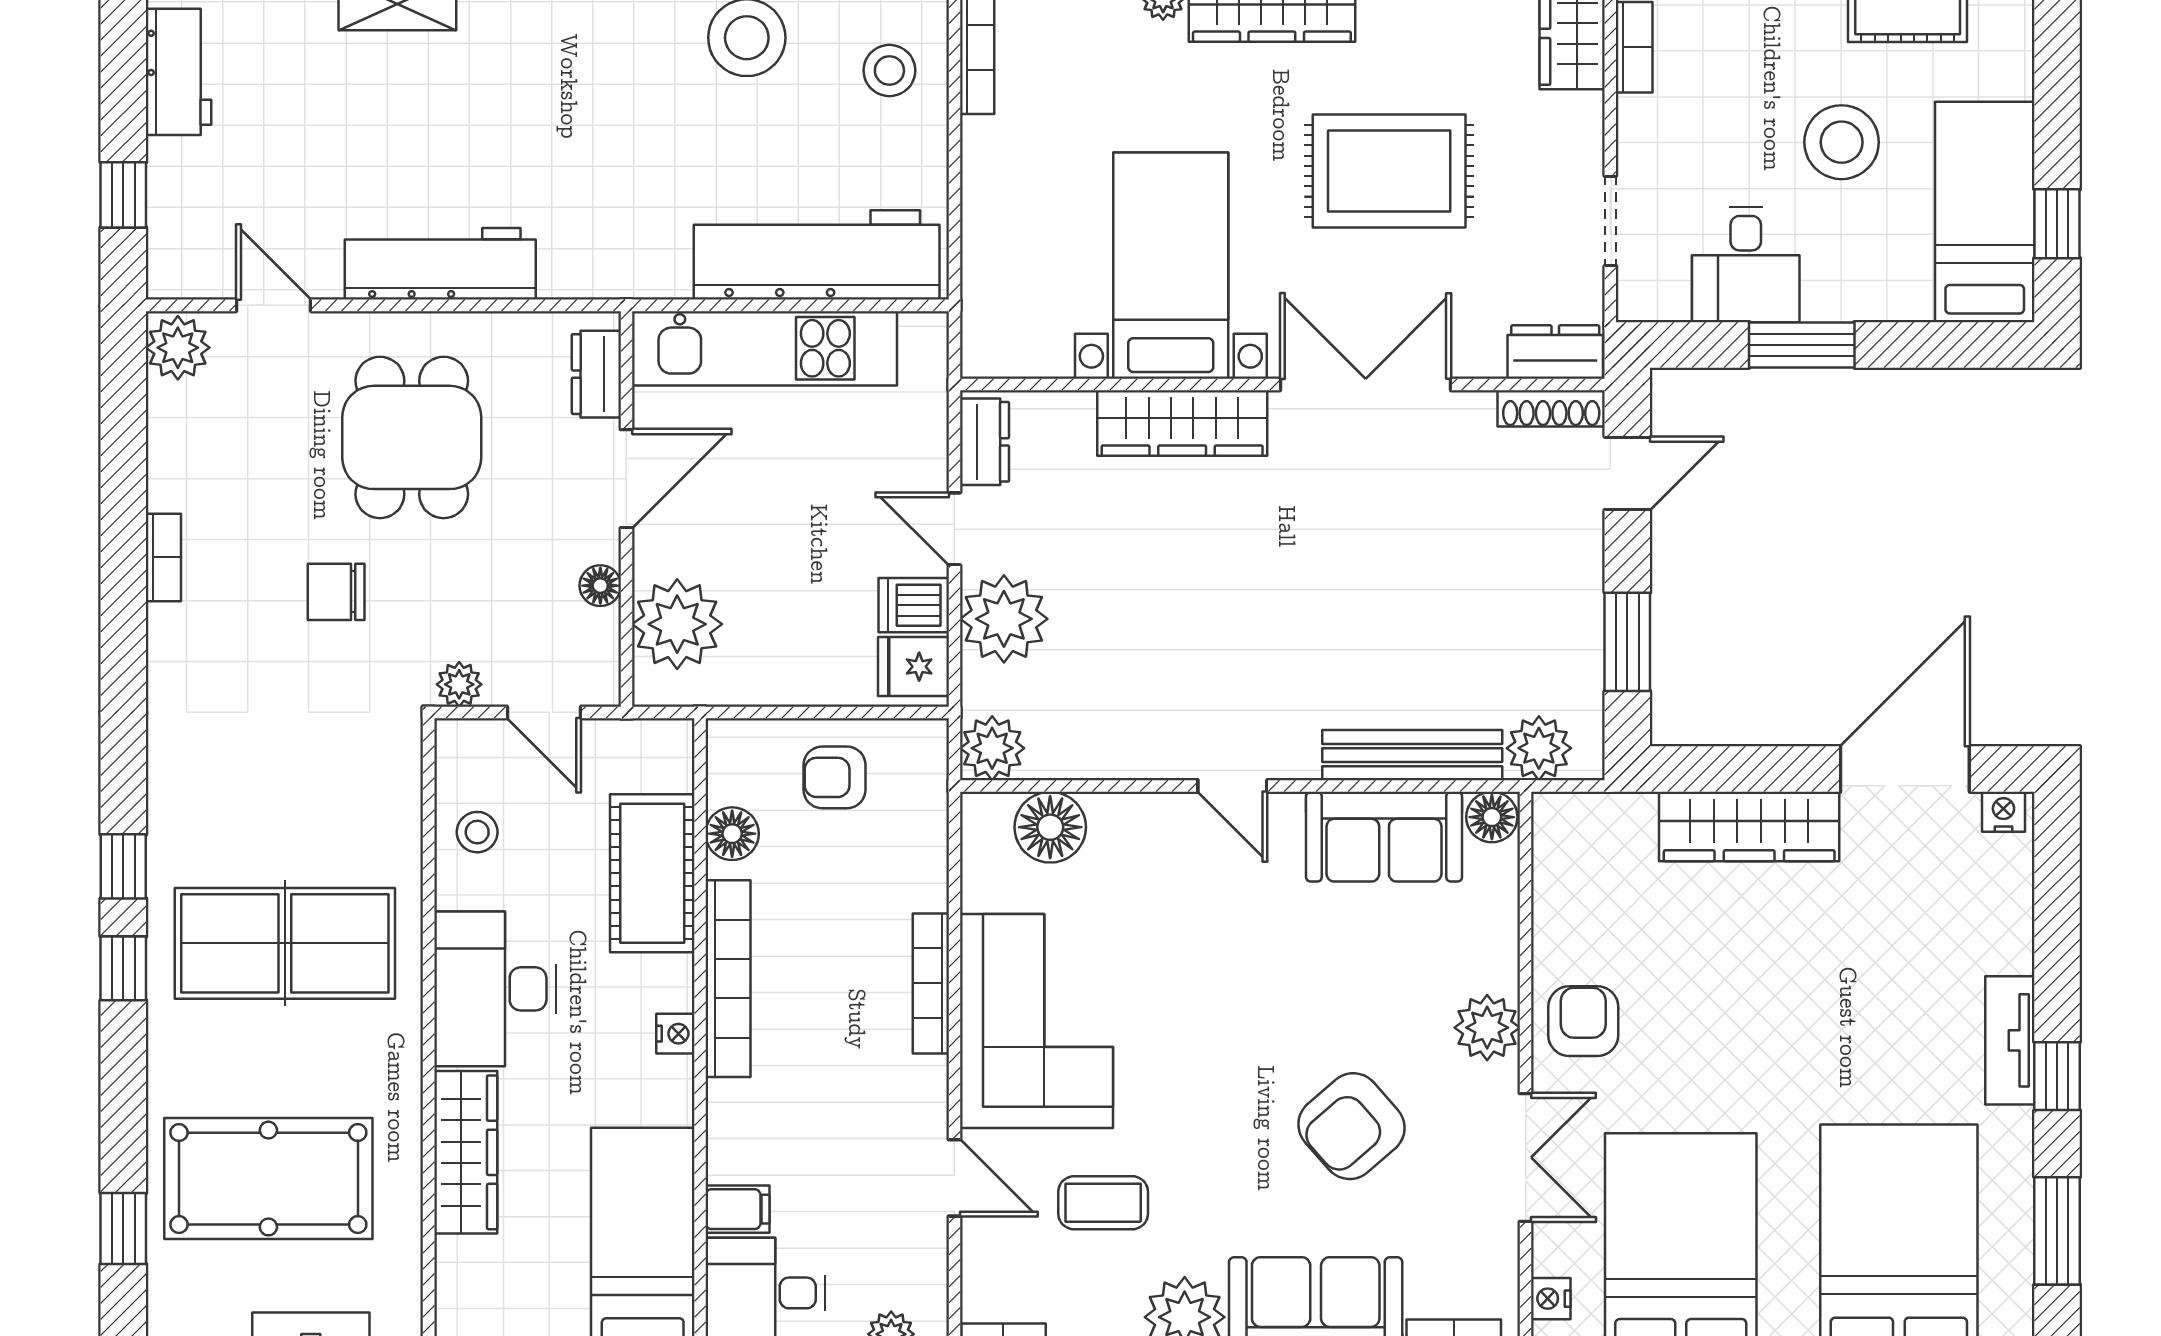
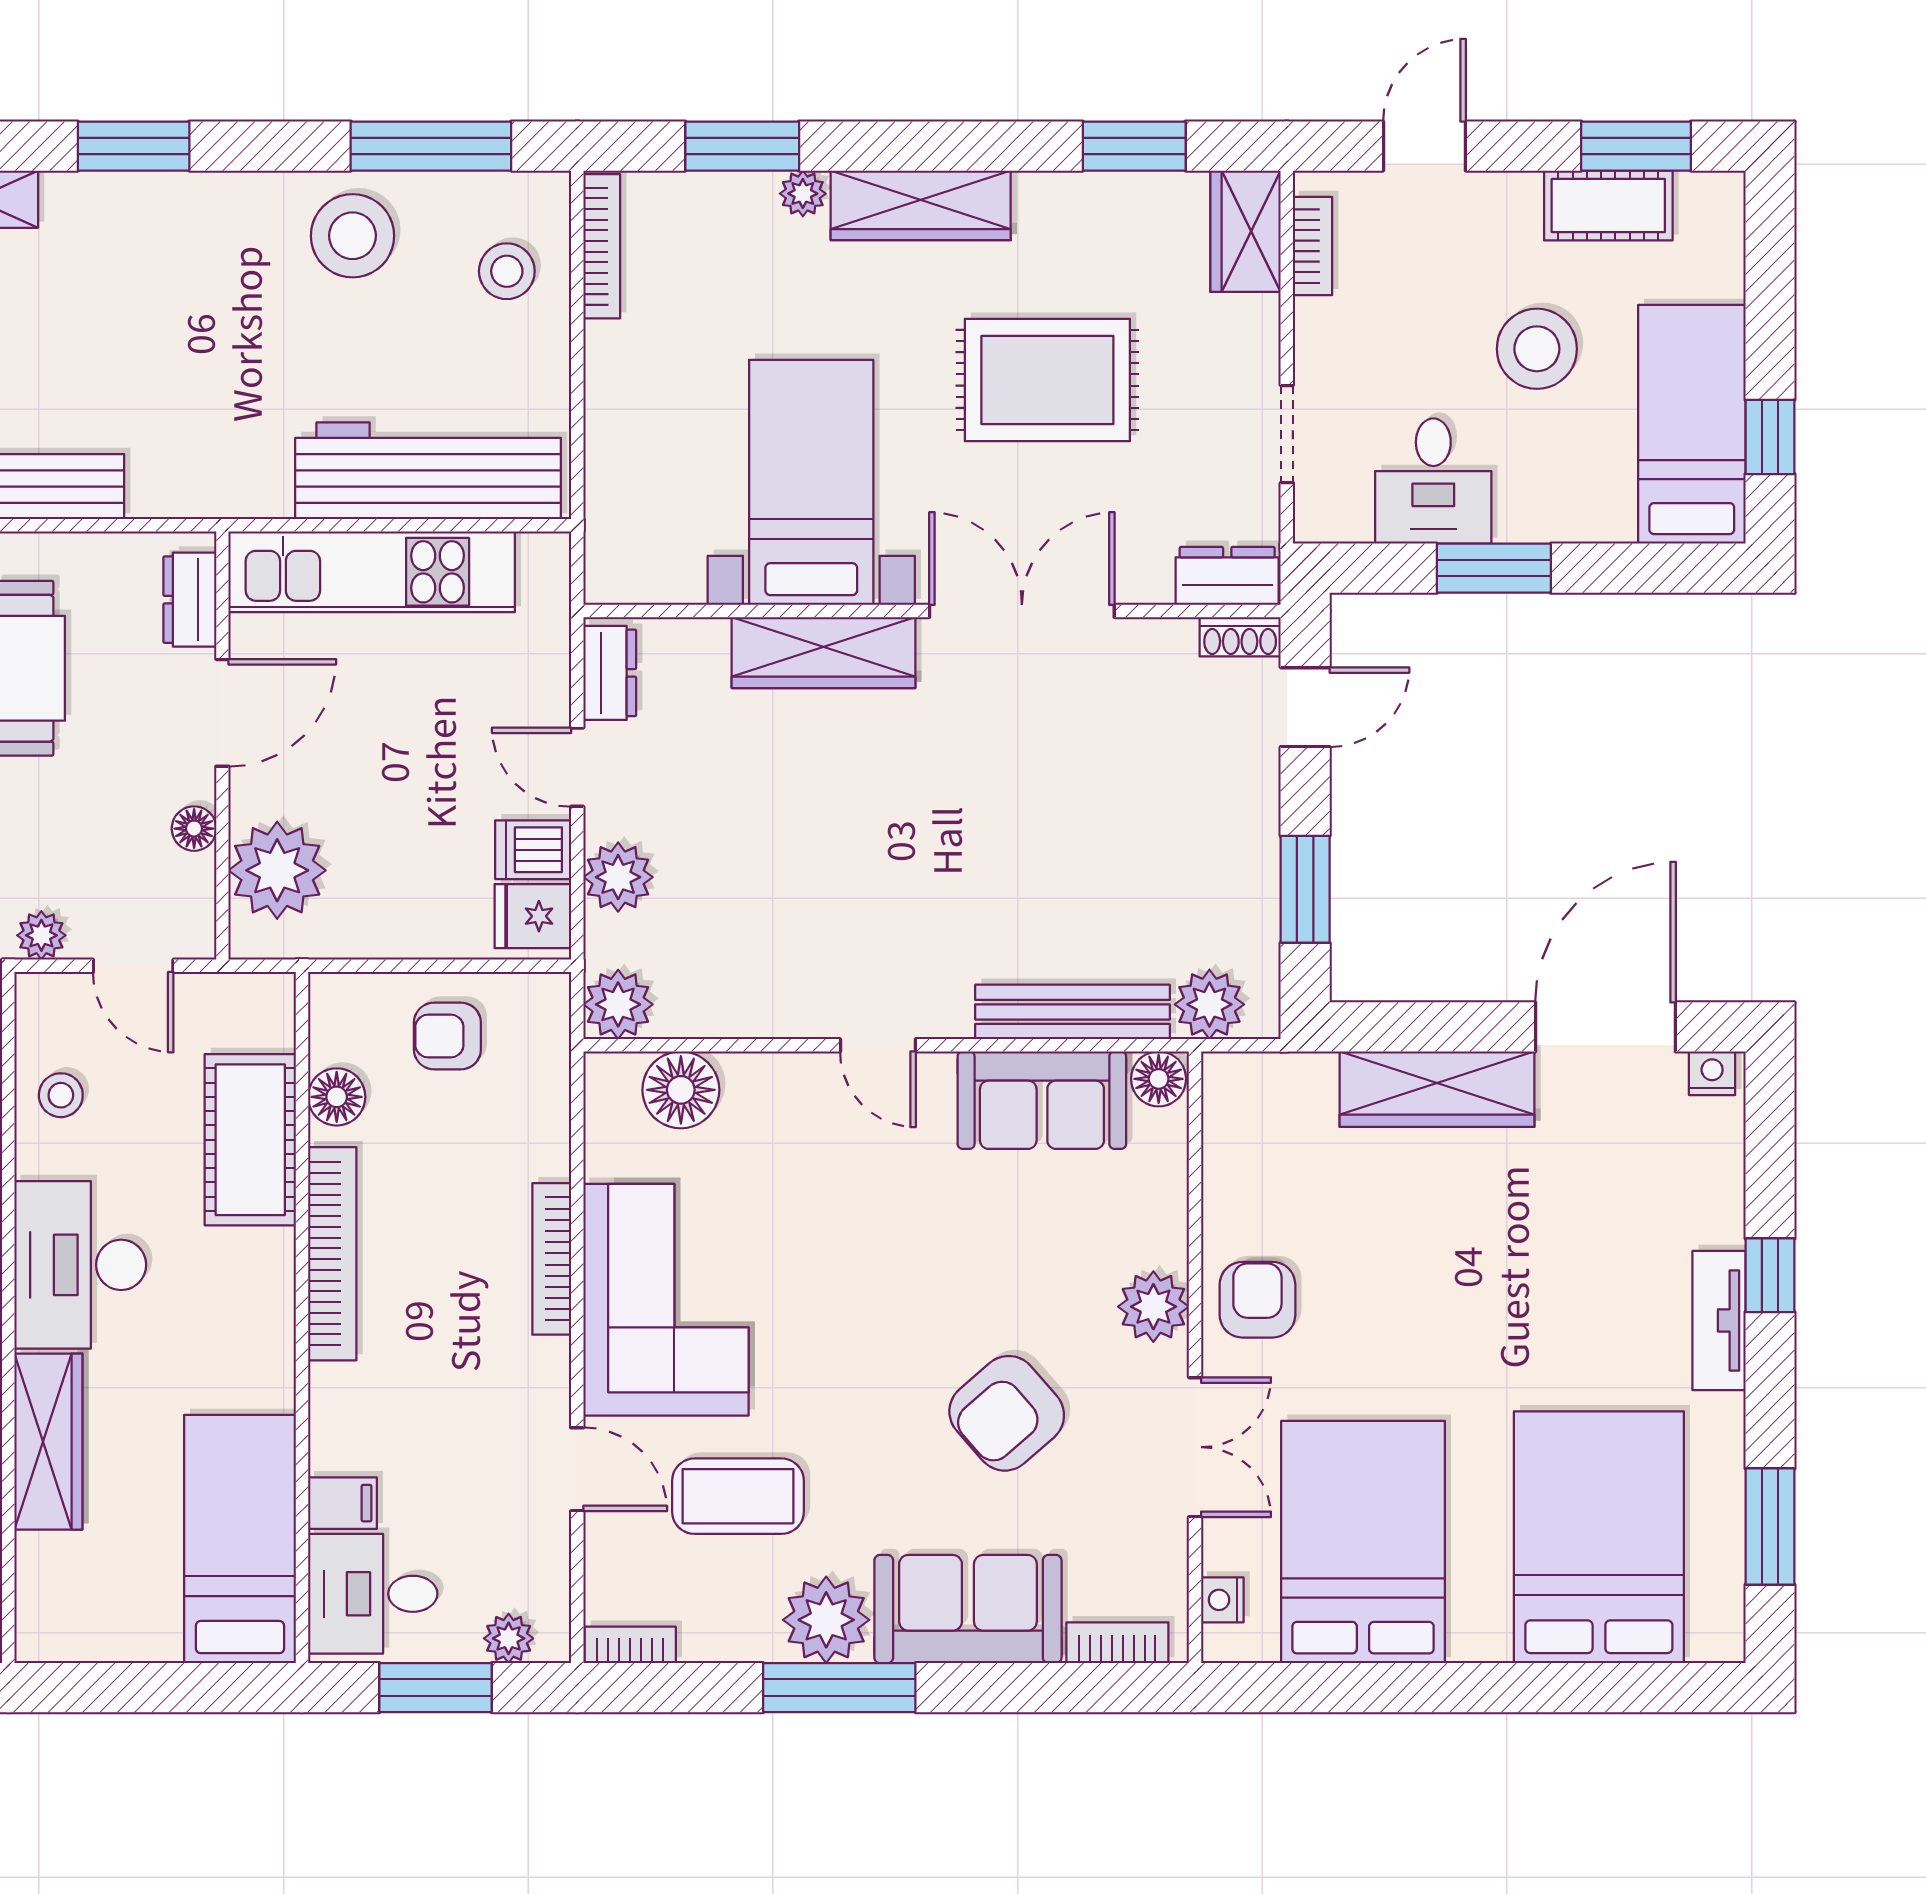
shoe rack: (1551, 408) -> (1240, 637), width x0.70
plant: (1004, 619) -> (618, 877), width x0.73, depth x0.73
nightstand: (675, 1034) -> (275, 1313), removed
window: (2057, 1076) -> (1770, 1275), moved
coffee table: (1103, 1203) -> (738, 1496), width x1.36, depth x1.30

